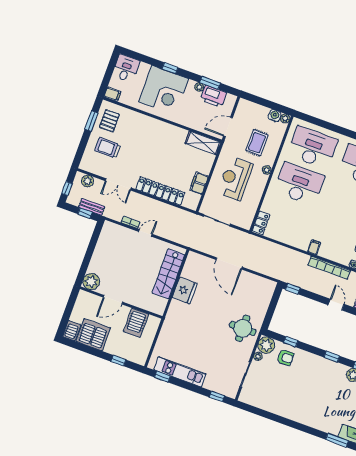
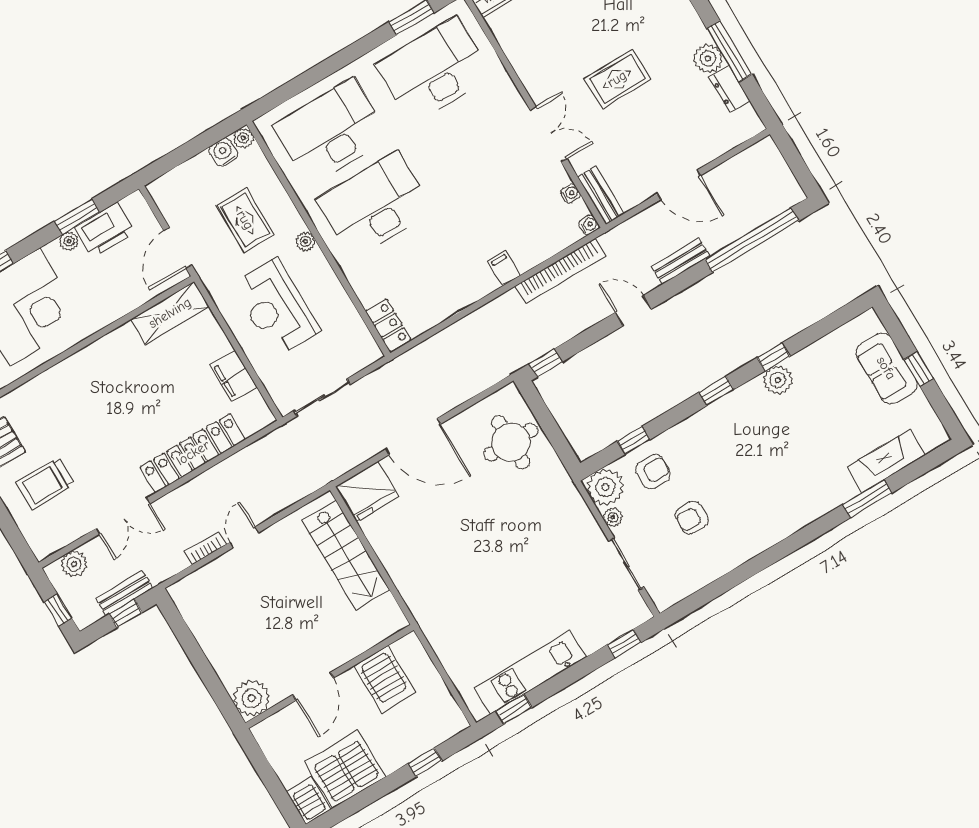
fridge: (185, 290) -> (367, 492), moved, turned 90
round table: (243, 328) -> (511, 442), moved
armchair: (280, 384) -> (692, 518), added

